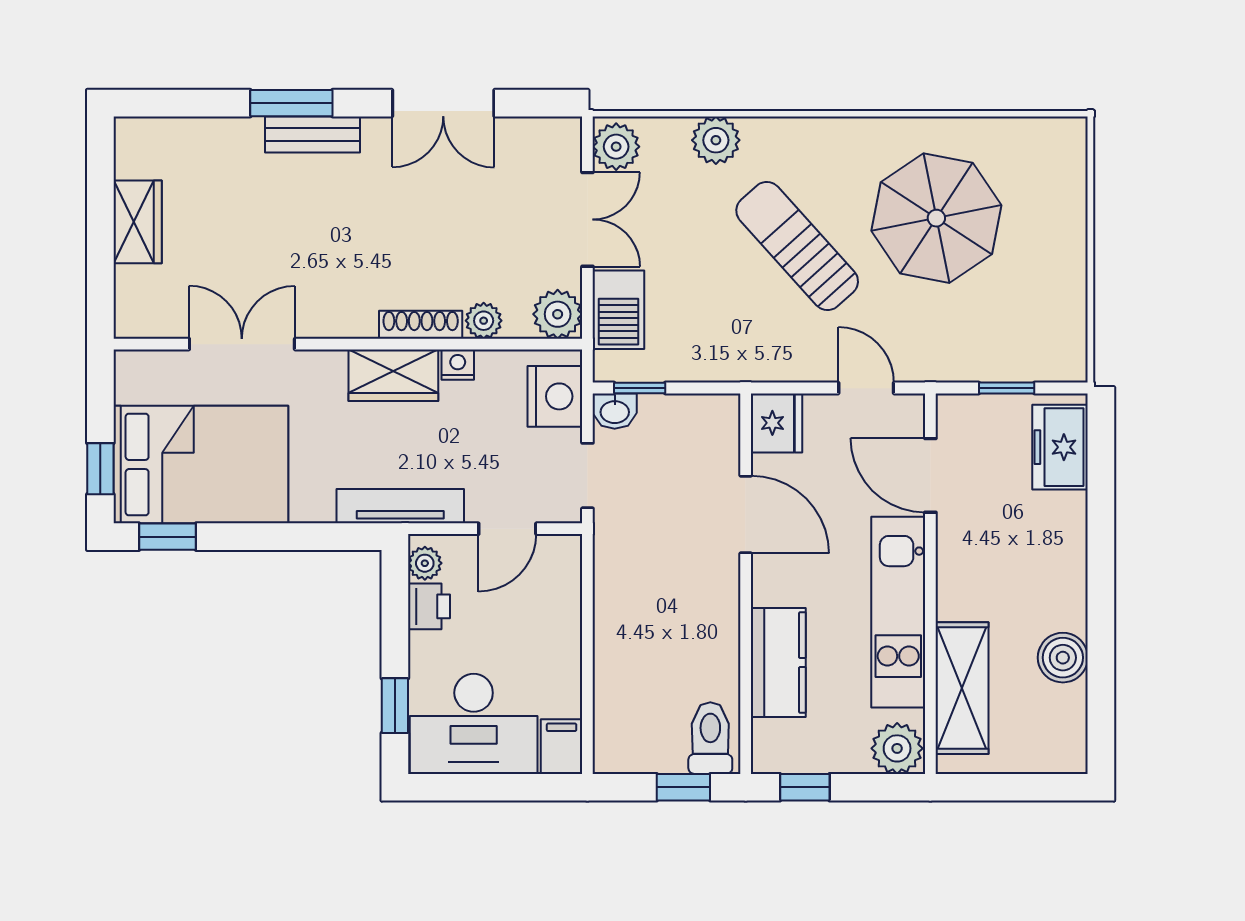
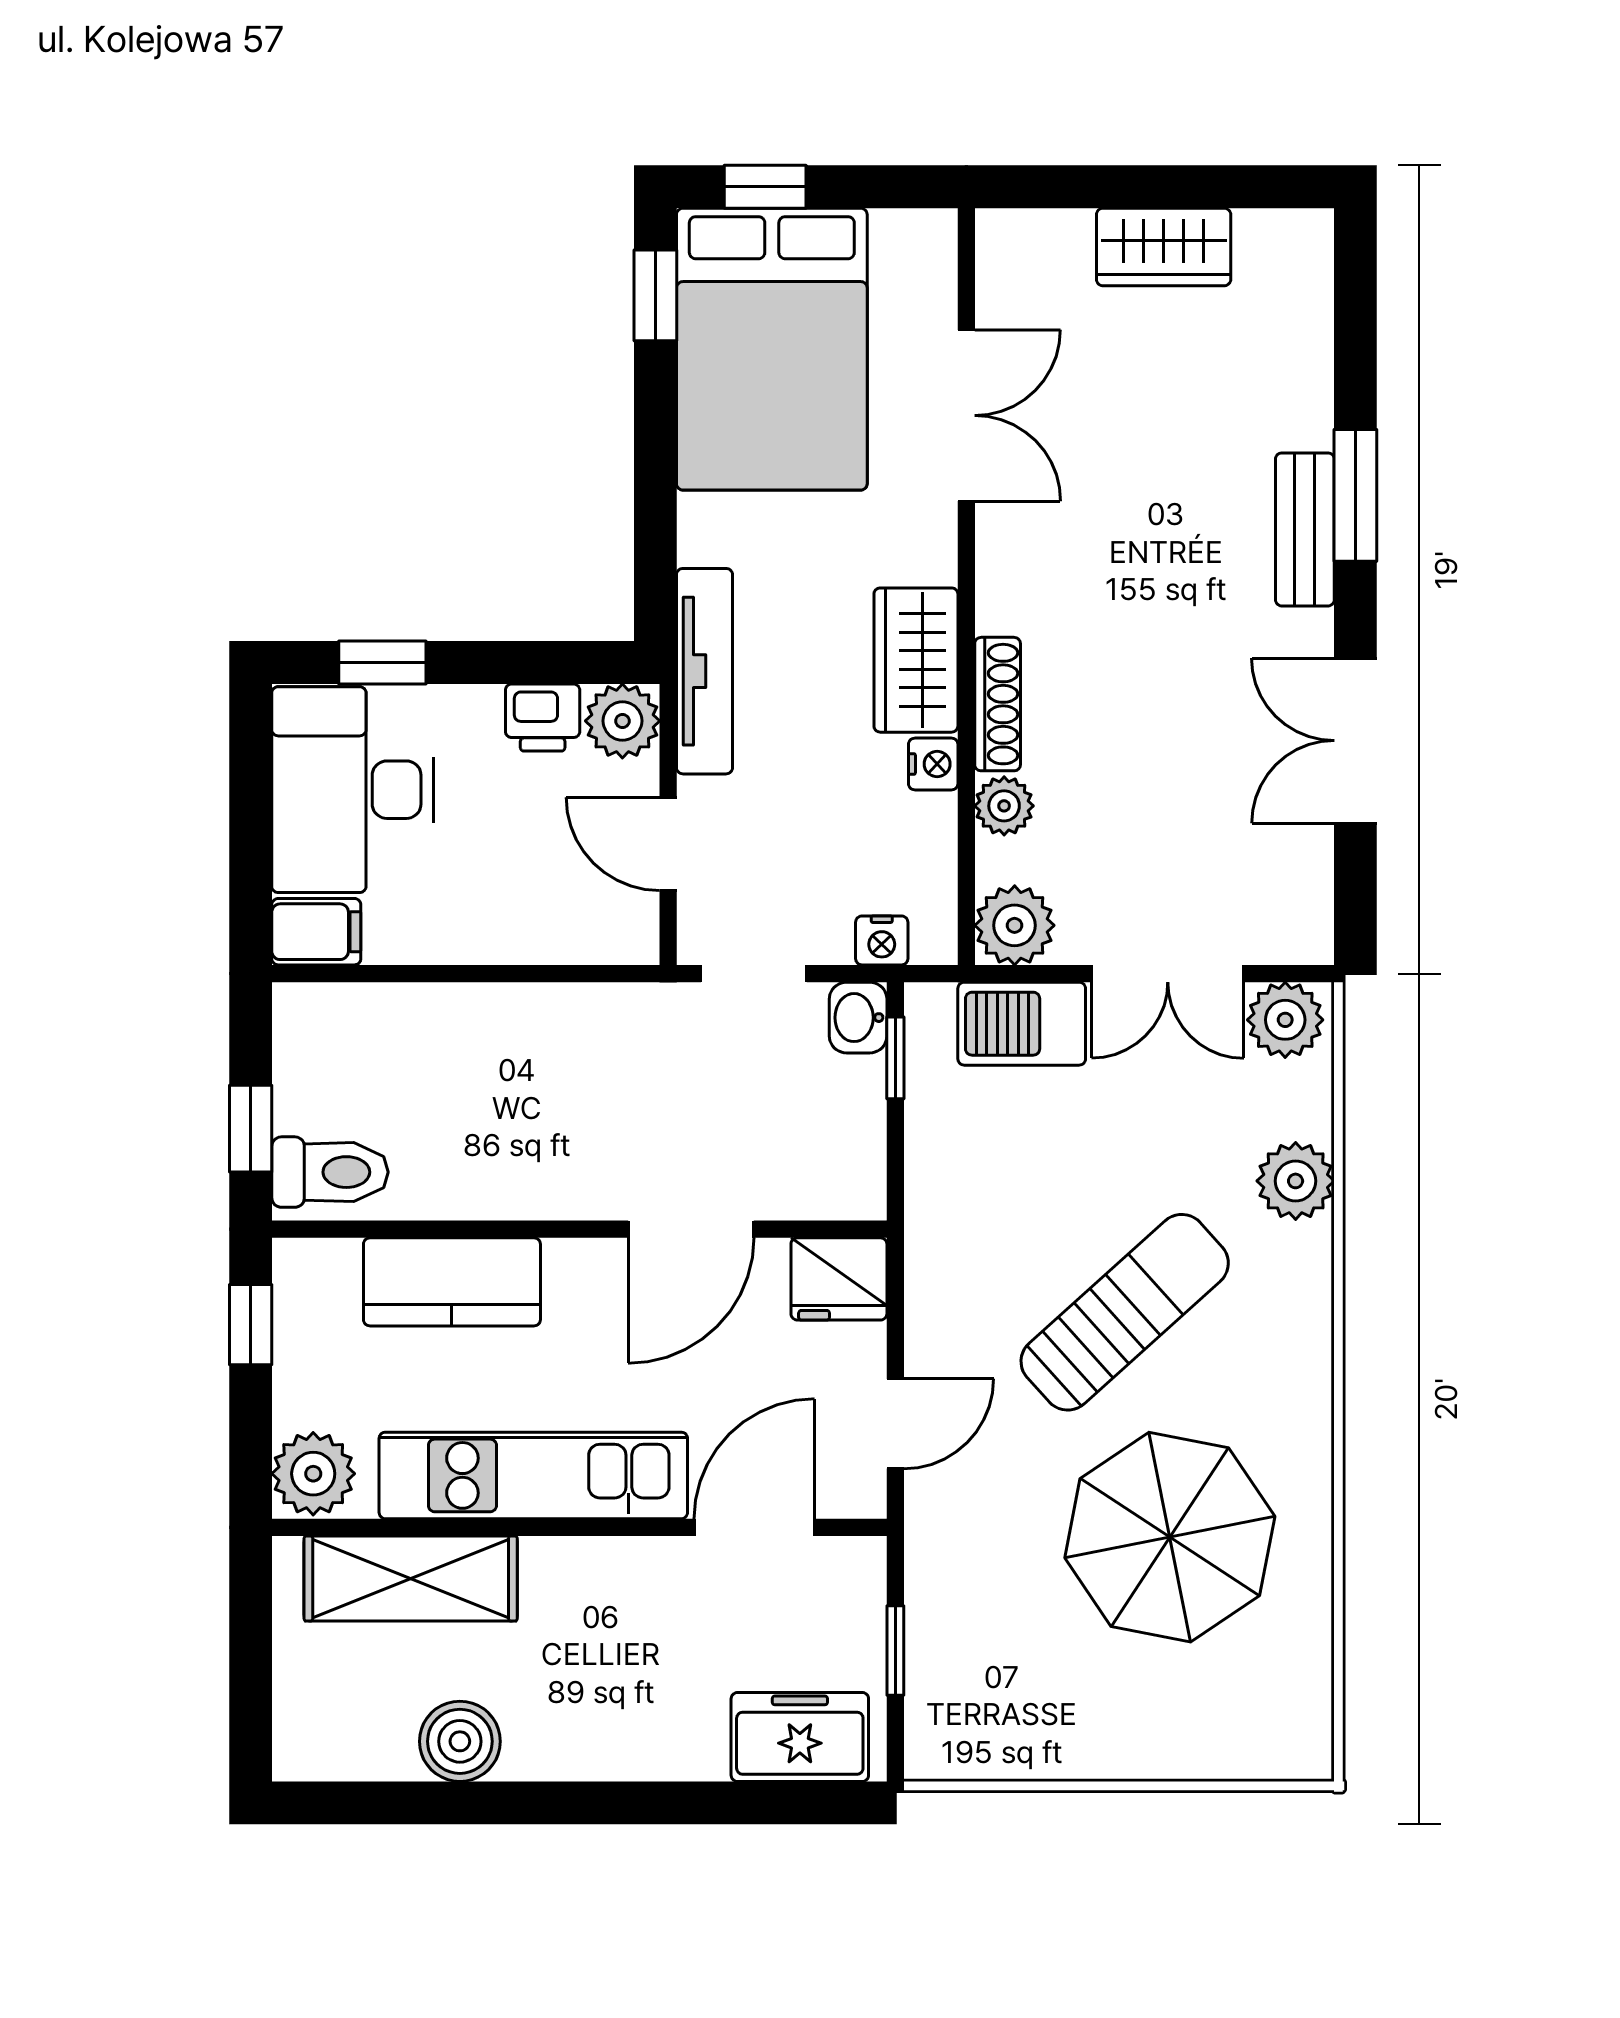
nightstand: (555, 396) -> (882, 940), width x0.53, depth x0.56
plant: (425, 563) -> (622, 721), width x1.38, depth x1.38

